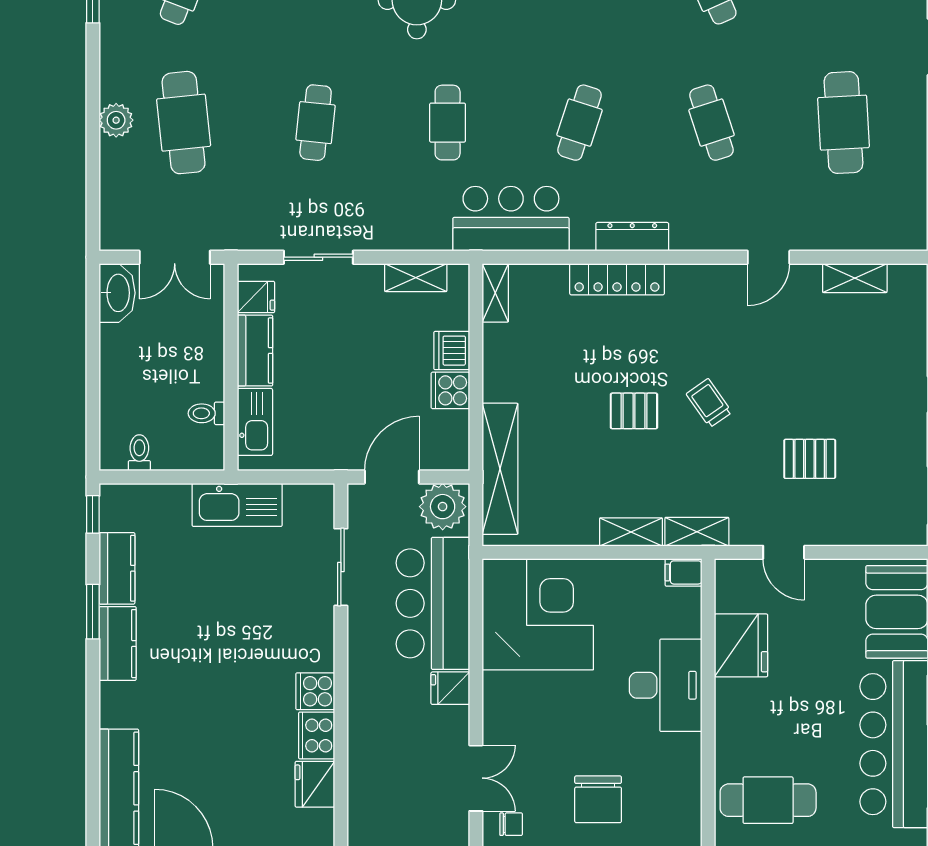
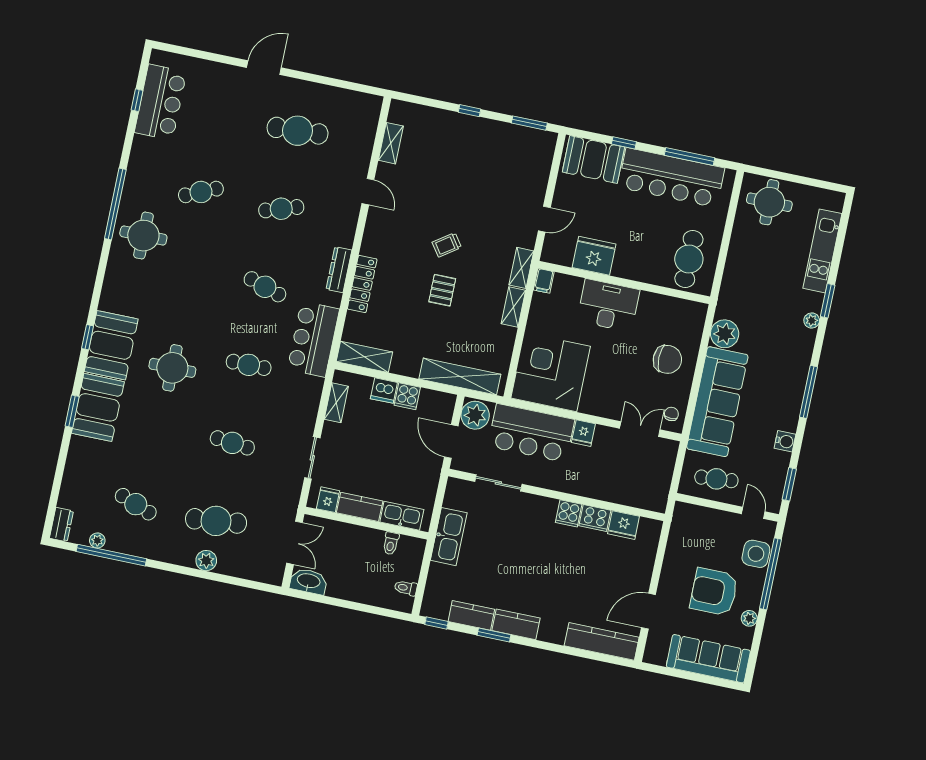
shelving: (495, 293) -> (364, 357), width x1.50, depth x1.33
pallet: (810, 459) -> (492, 192), removed

